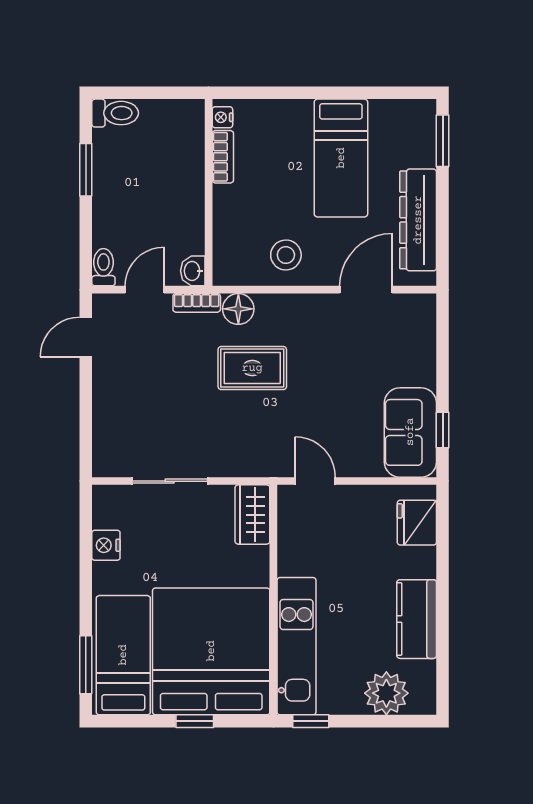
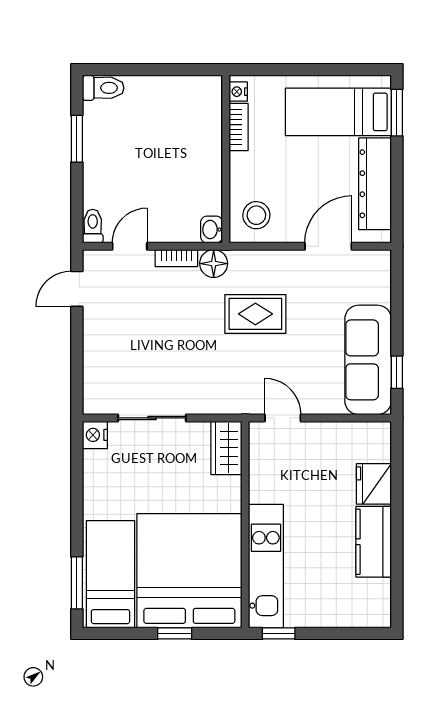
nightstand: (222, 117) -> (238, 92), moved
bookcase: (223, 157) -> (239, 127), moved
bed: (341, 158) -> (338, 112), moved, turned 90
wall: (209, 192) -> (226, 159), moved
washbasin: (193, 271) -> (212, 229), moved
rug: (252, 368) -> (255, 314), moved
sofa: (410, 432) -> (368, 360), width x1.36
fridge: (417, 523) -> (374, 484), moved
nightstand: (106, 545) -> (95, 435), moved
plant: (386, 693) -> (346, 608), removed

